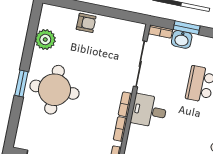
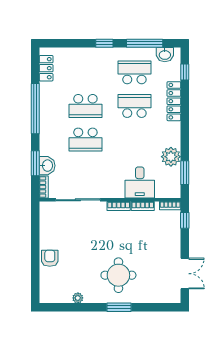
plant: (45, 40) -> (78, 298), width x0.53, depth x0.53
round table: (54, 90) -> (118, 275), width x0.73, depth x0.73
desk: (149, 111) -> (140, 183), moved

